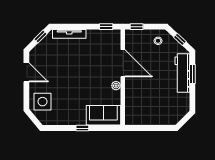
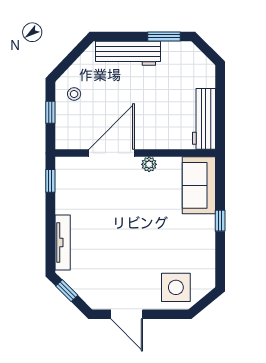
window: (137, 27) -> (50, 112), moved
window: (180, 39) -> (72, 57), removed
door: (26, 72) -> (127, 314), swing flipped
window: (192, 74) -> (164, 36), moved
workbench: (143, 118) -> (204, 119), added

